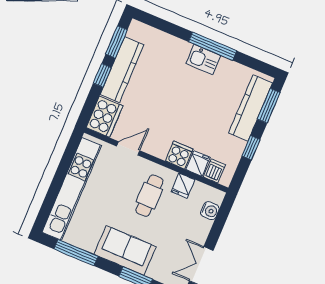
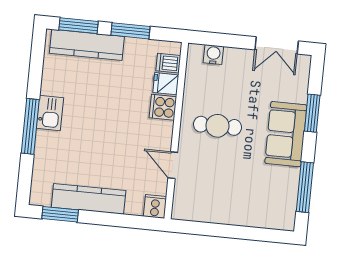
window: (213, 46) -> (30, 126), moved
window: (102, 75) -> (102, 218), removed
cooker: (104, 117) -> (155, 206), width x0.53, depth x0.76
window: (251, 148) -> (130, 31), width x1.50
fridge: (183, 186) -> (195, 92), removed
kitchen unit: (72, 189) -> (236, 213), removed

